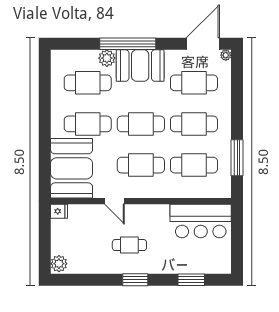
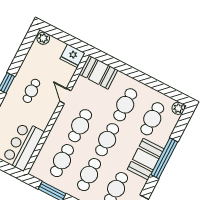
plant: (107, 58) -> (178, 108), moved
booth: (72, 168) -> (98, 72), width x0.73, depth x0.70
door: (114, 201) -> (65, 96), hinge flipped
fridge: (59, 211) -> (73, 56), width x1.88, depth x1.34

